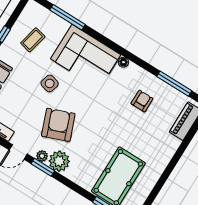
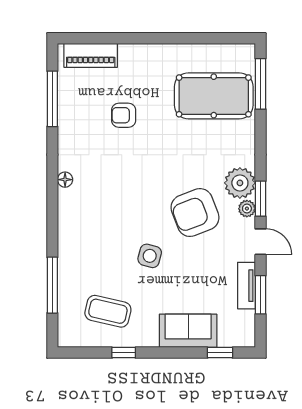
coffee table: (33, 40) -> (108, 311), width x1.36, depth x1.30
corner sofa: (86, 57) -> (88, 231), removed
armchair: (142, 101) -> (124, 115), moved

